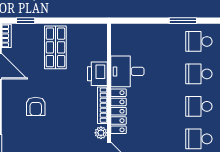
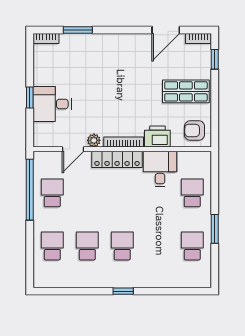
school desk: (199, 74) -> (192, 193), moved
armchair: (36, 106) -> (195, 130), moved

